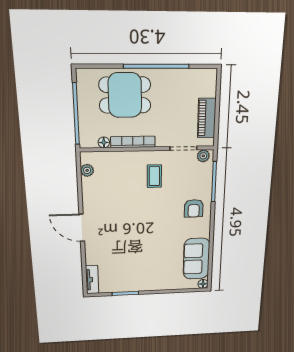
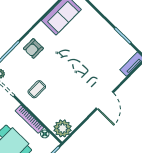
plant: (87, 170) -> (63, 128), width x1.87, depth x1.87
armchair: (194, 208) -> (33, 48), turned 180

